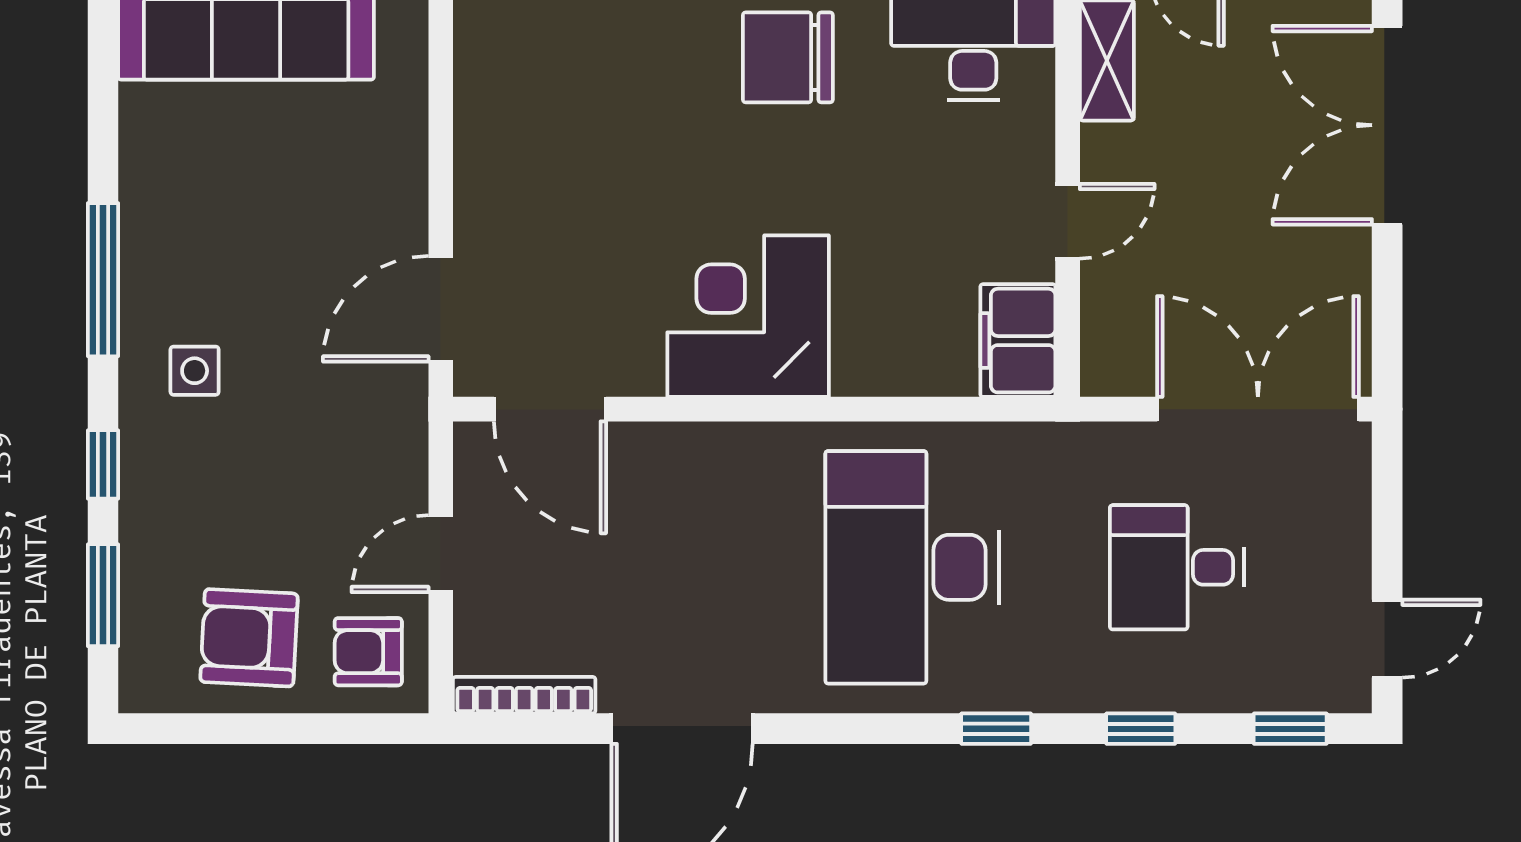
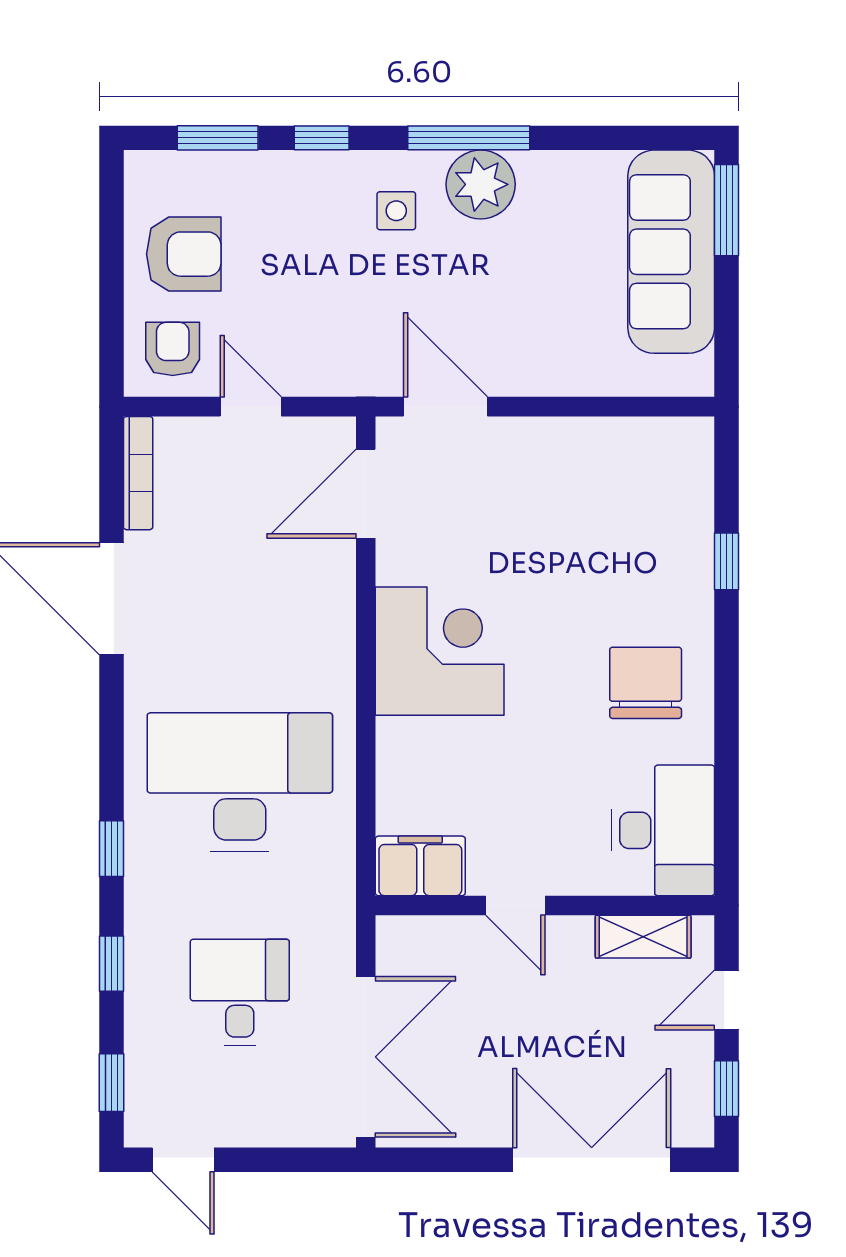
plant: (162, 265) -> (481, 184), added
armchair: (249, 638) -> (184, 254), turned 87

